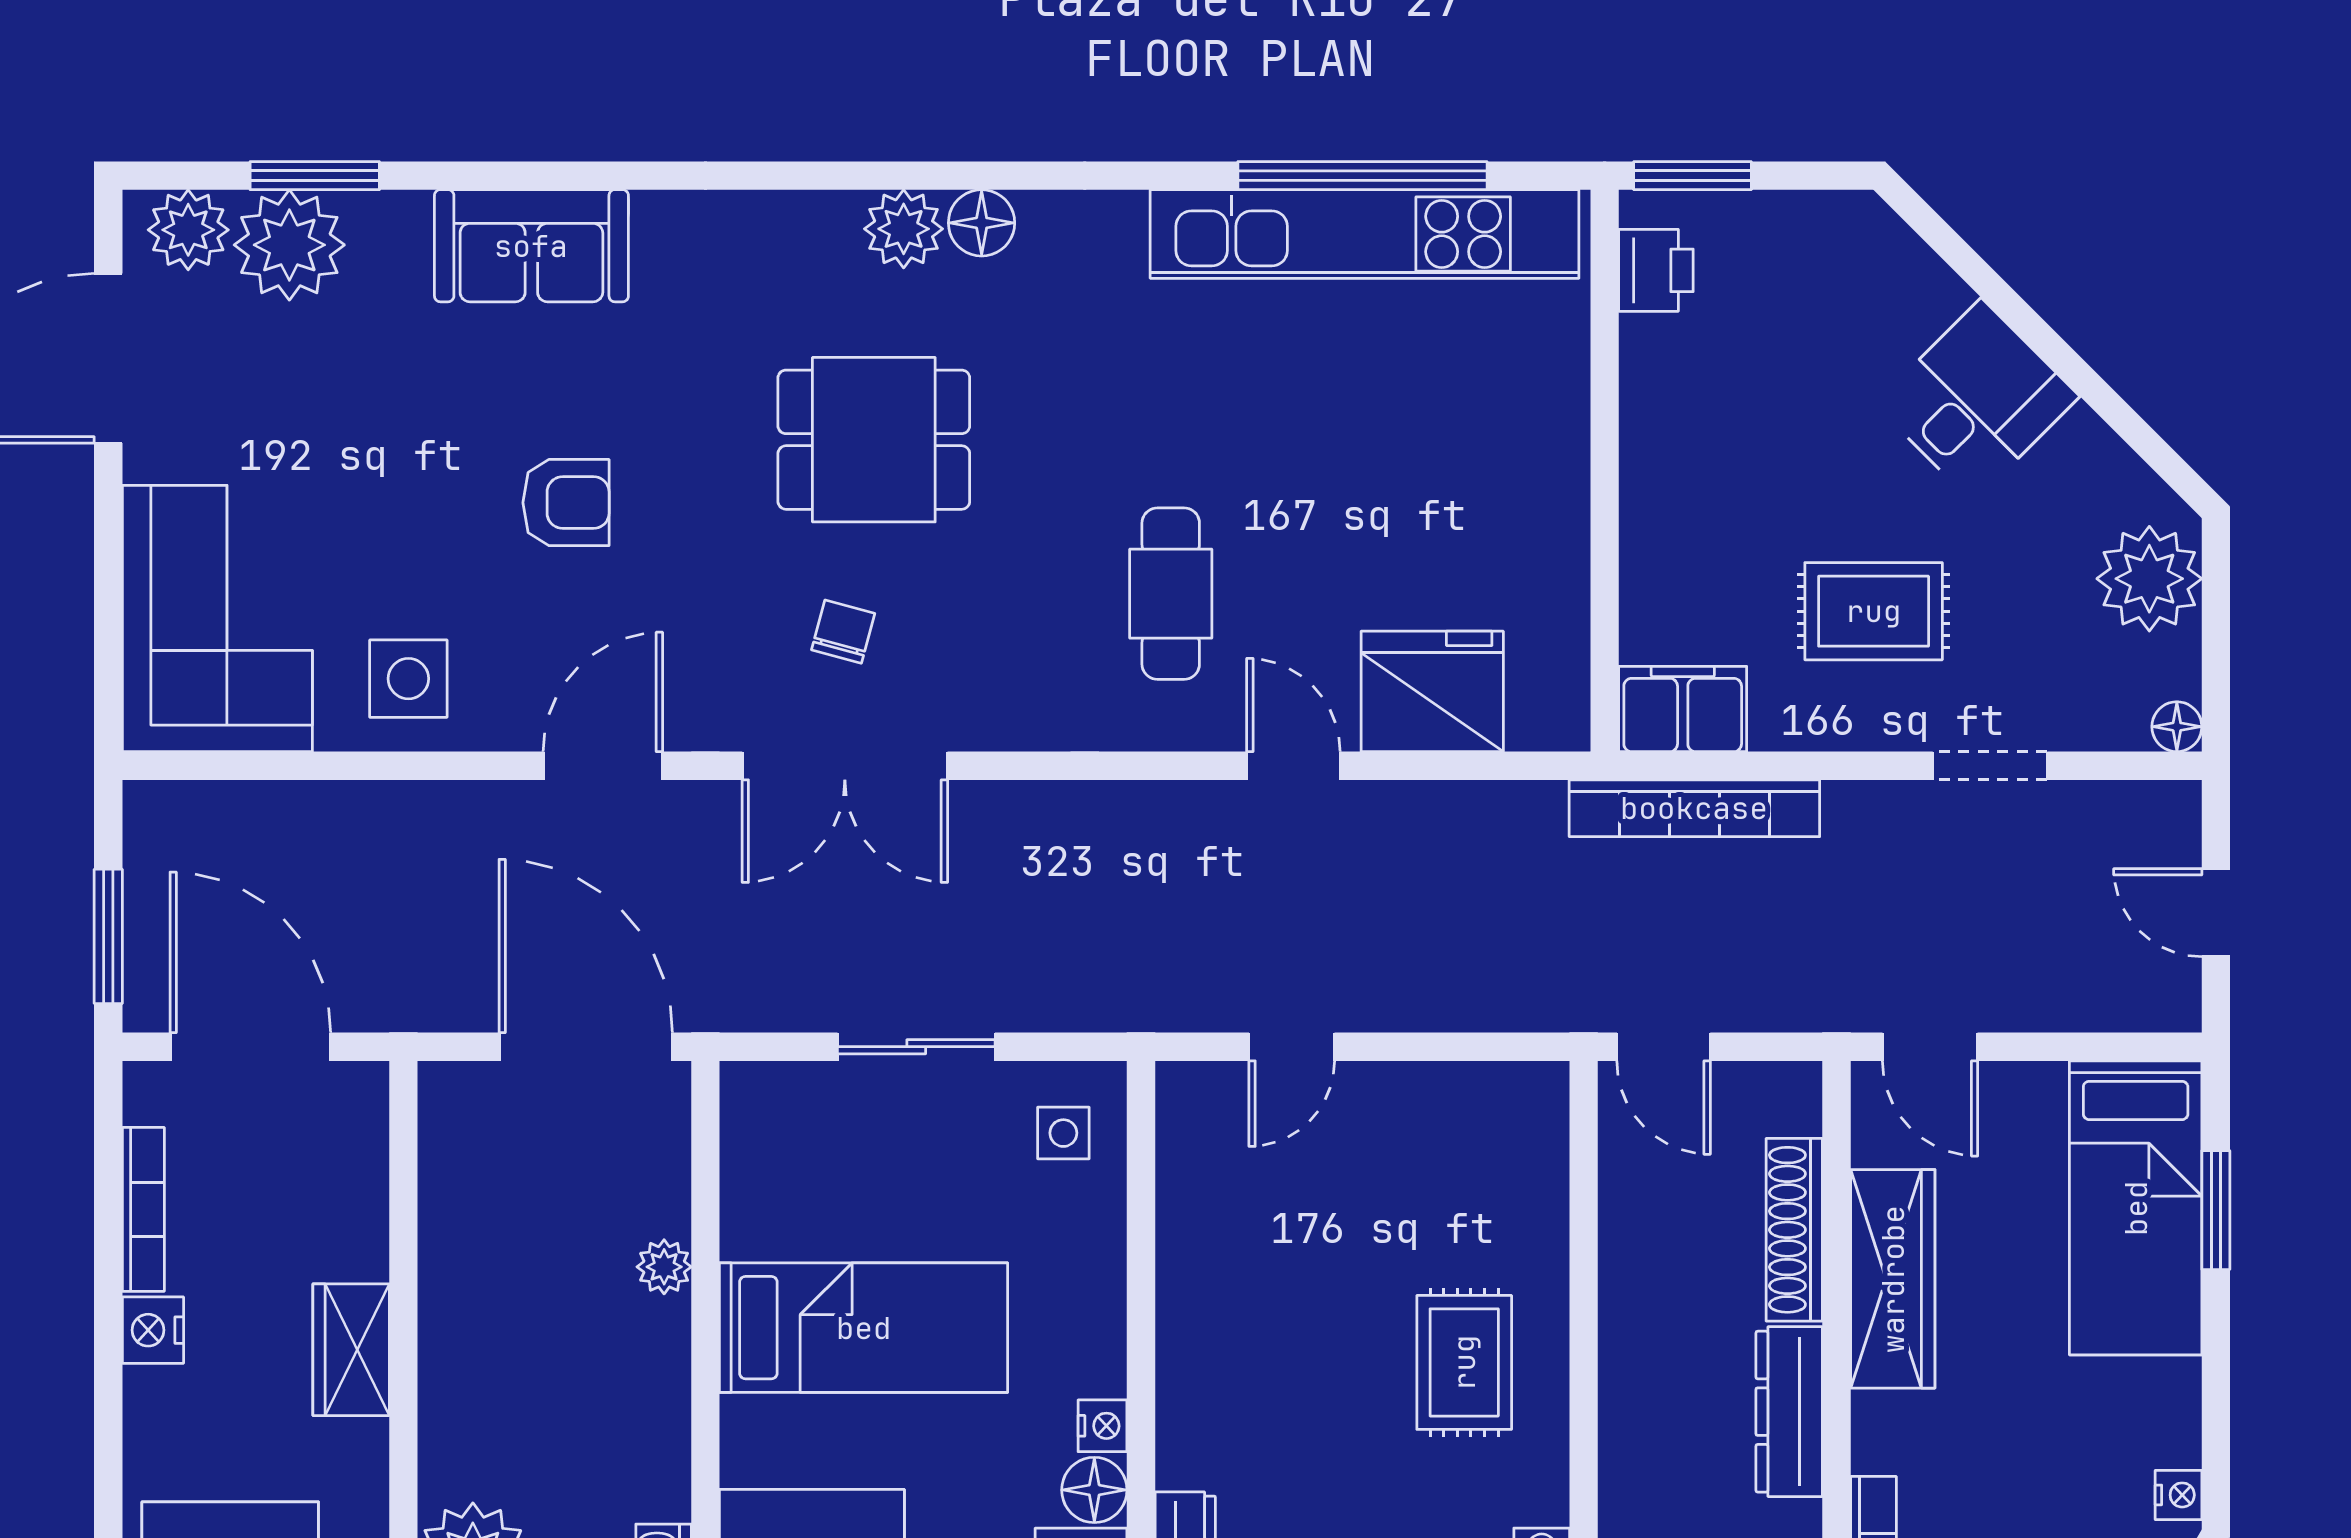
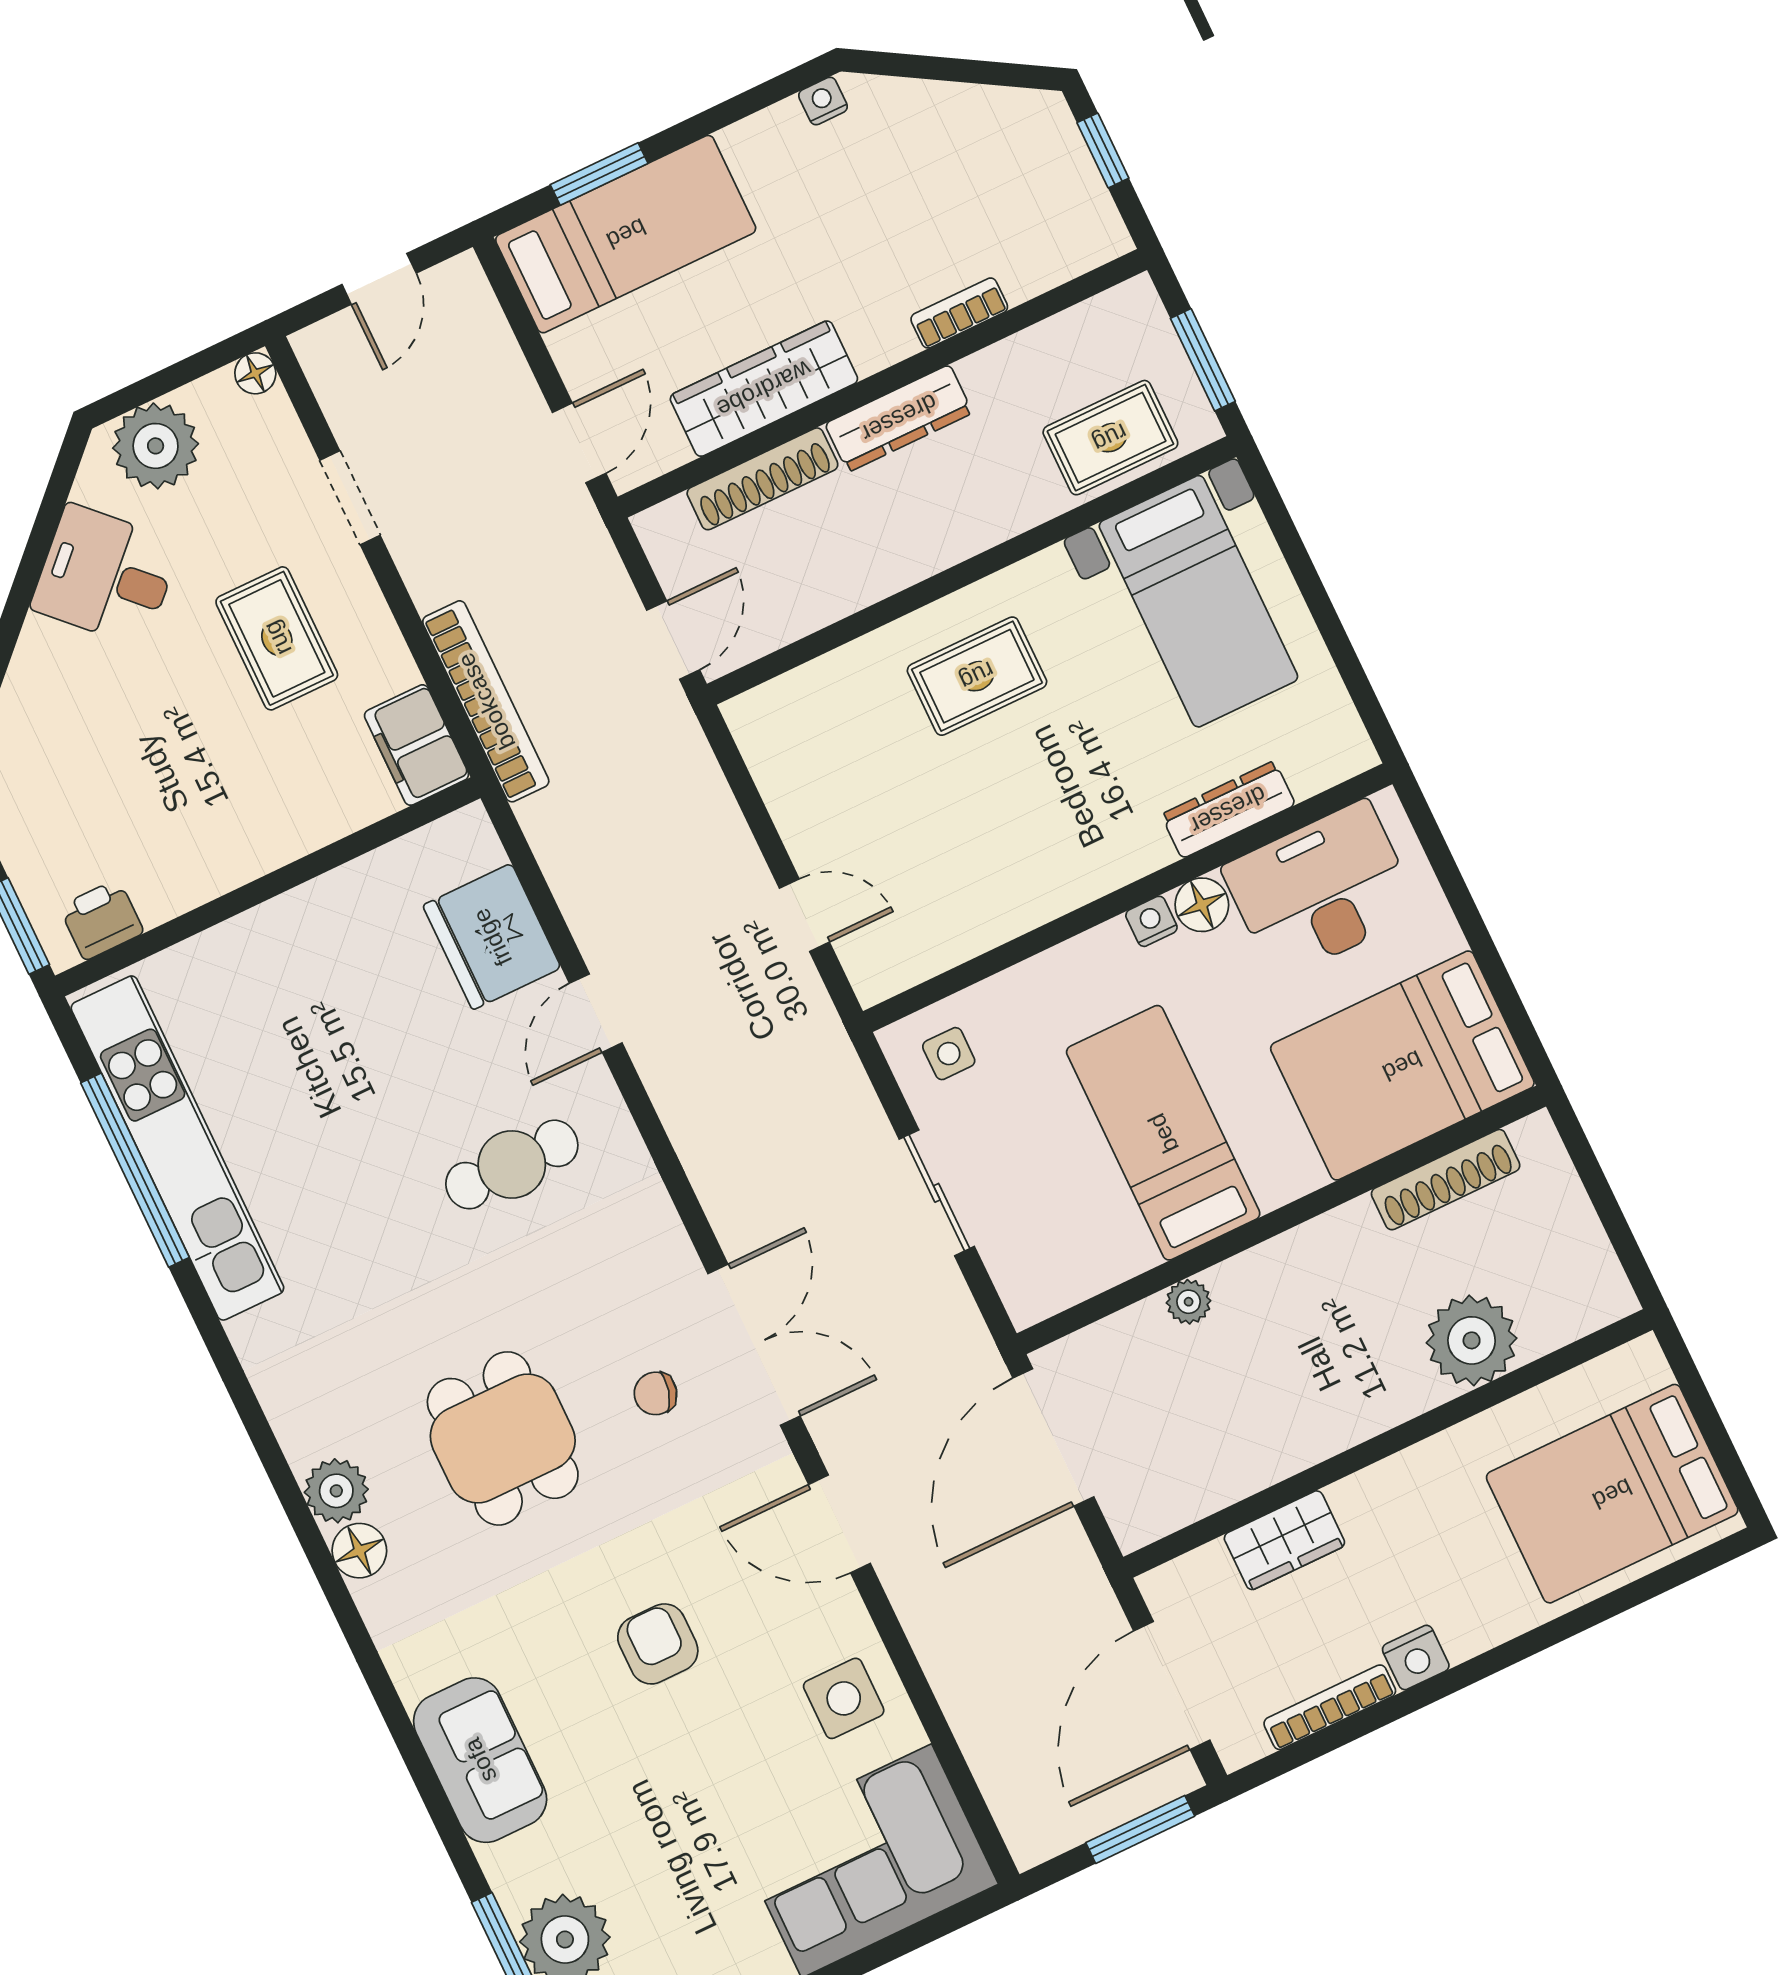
floor lamp: (982, 223) -> (359, 1551), moved
desk: (1977, 400) -> (106, 575), moved
wardrobe: (351, 1350) -> (1284, 1540), moved

